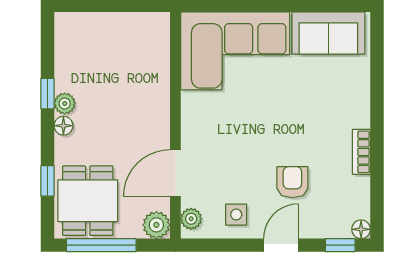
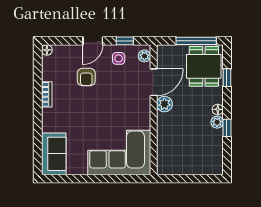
sofa: (328, 33) -> (54, 154), moved, turned 90
plant: (156, 225) -> (164, 104), moved
window: (340, 245) -> (125, 41), moved

